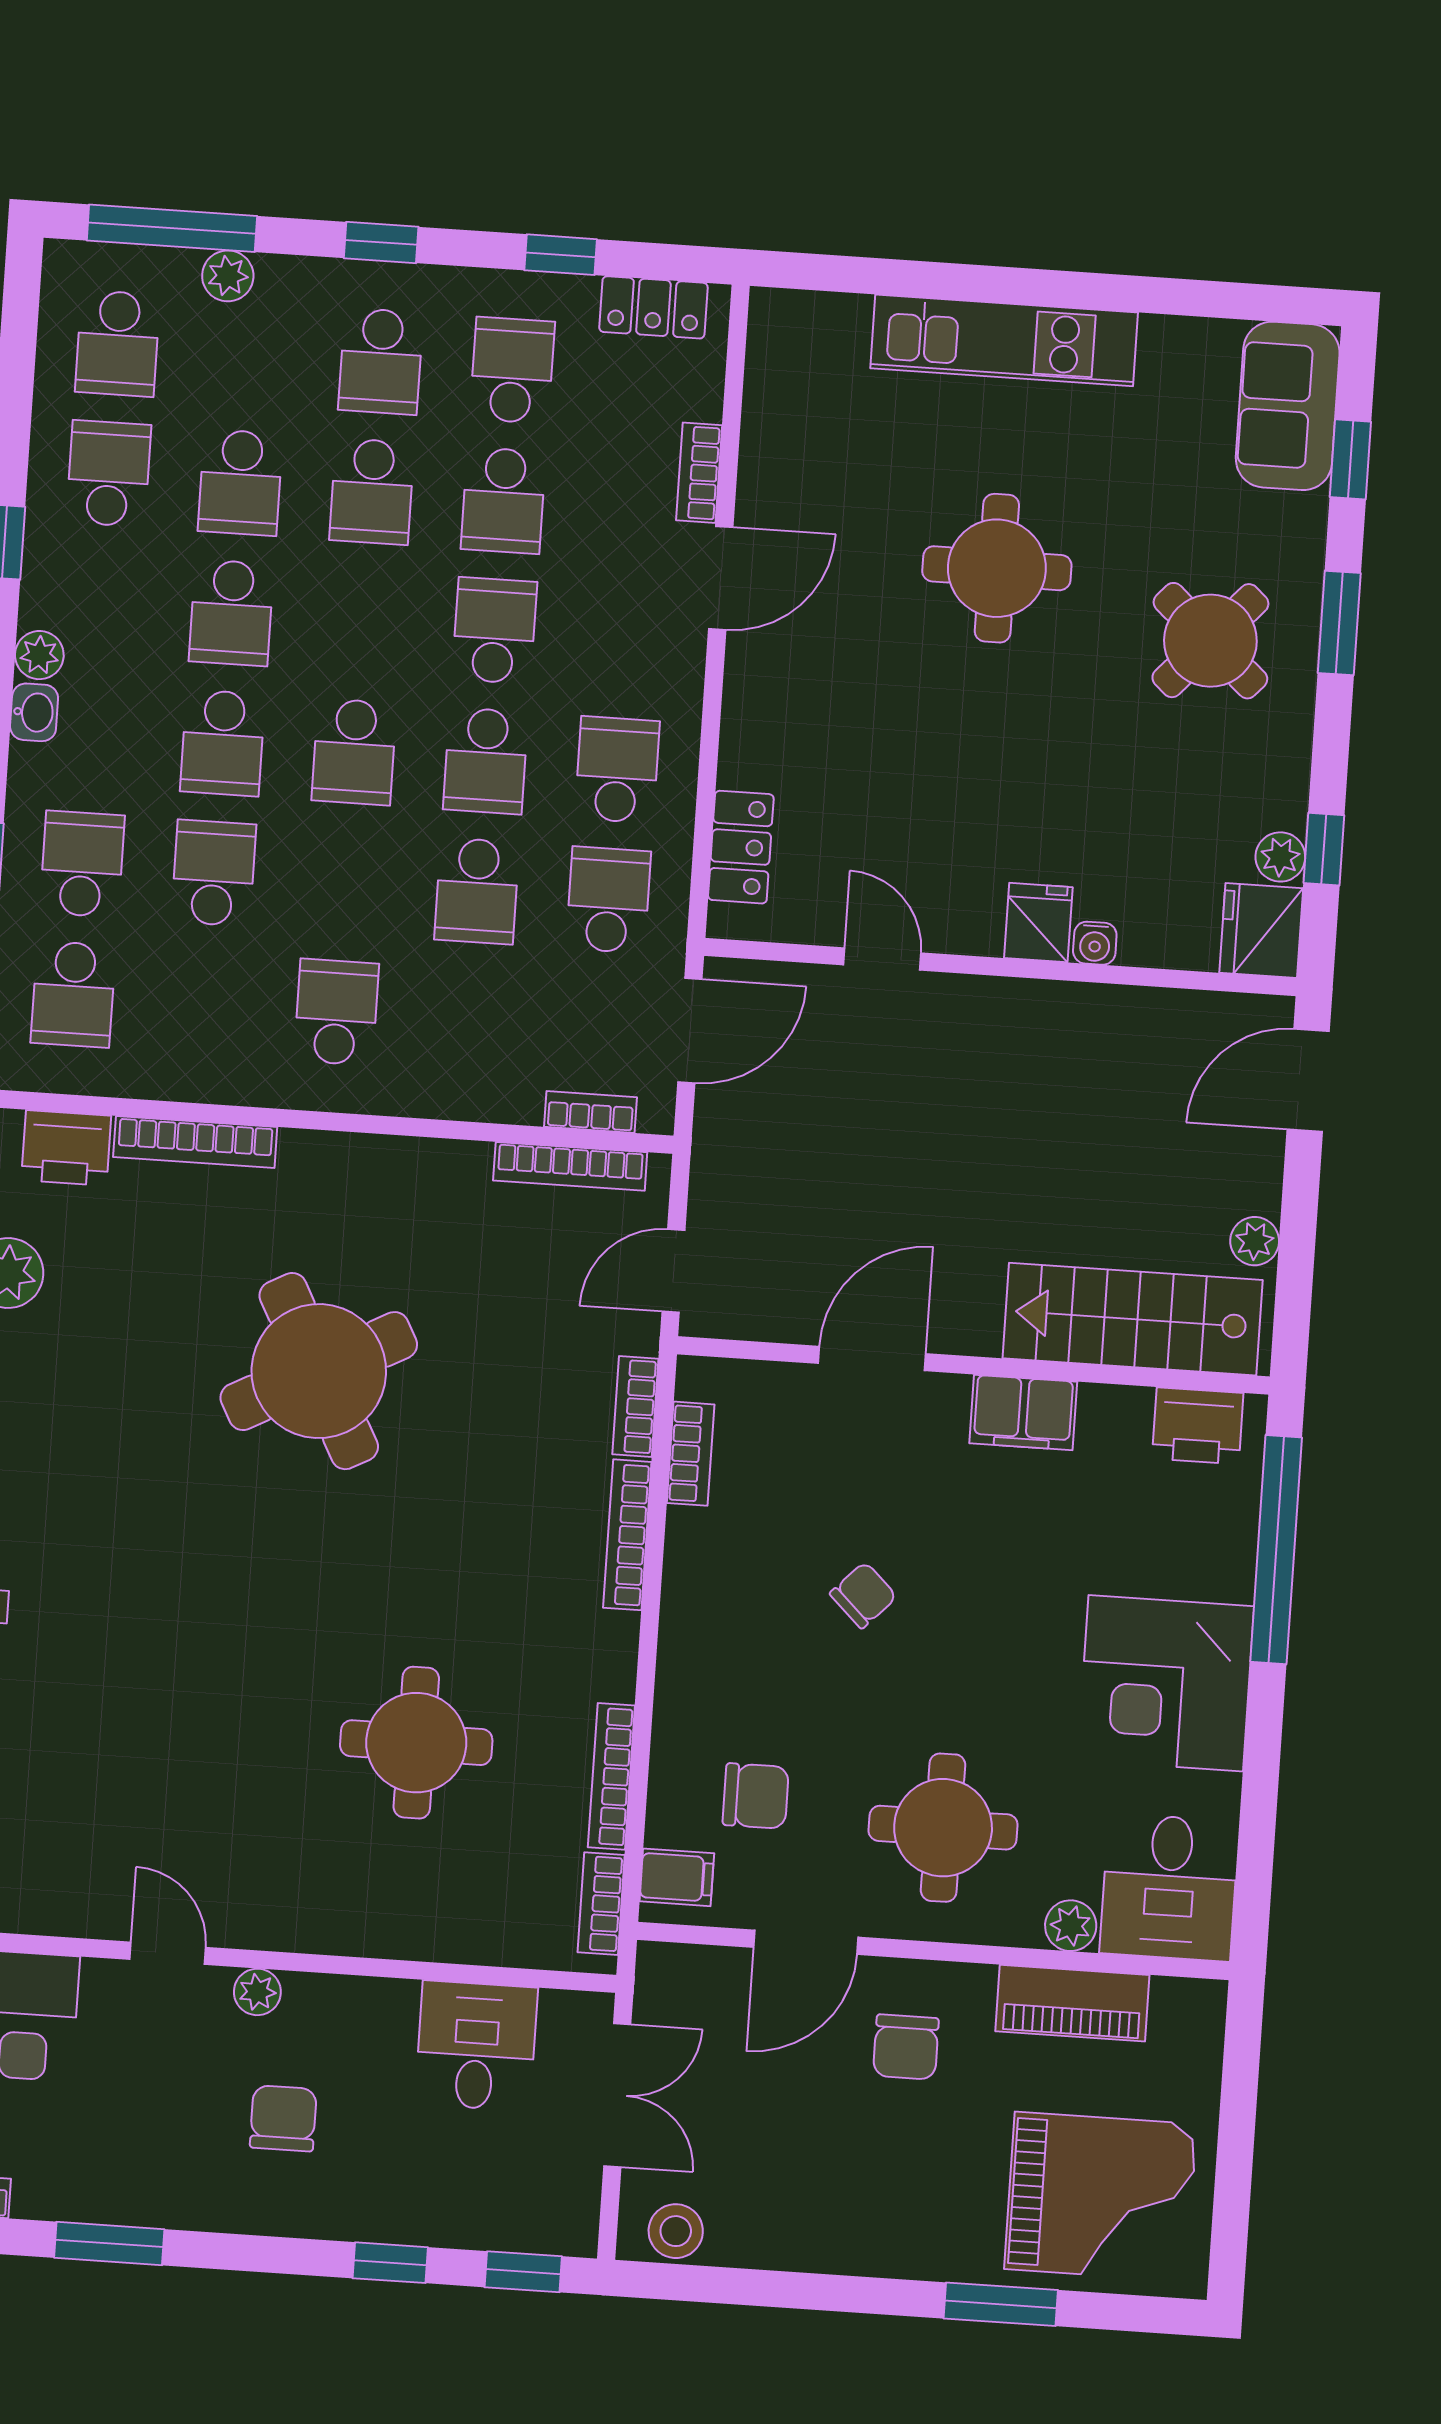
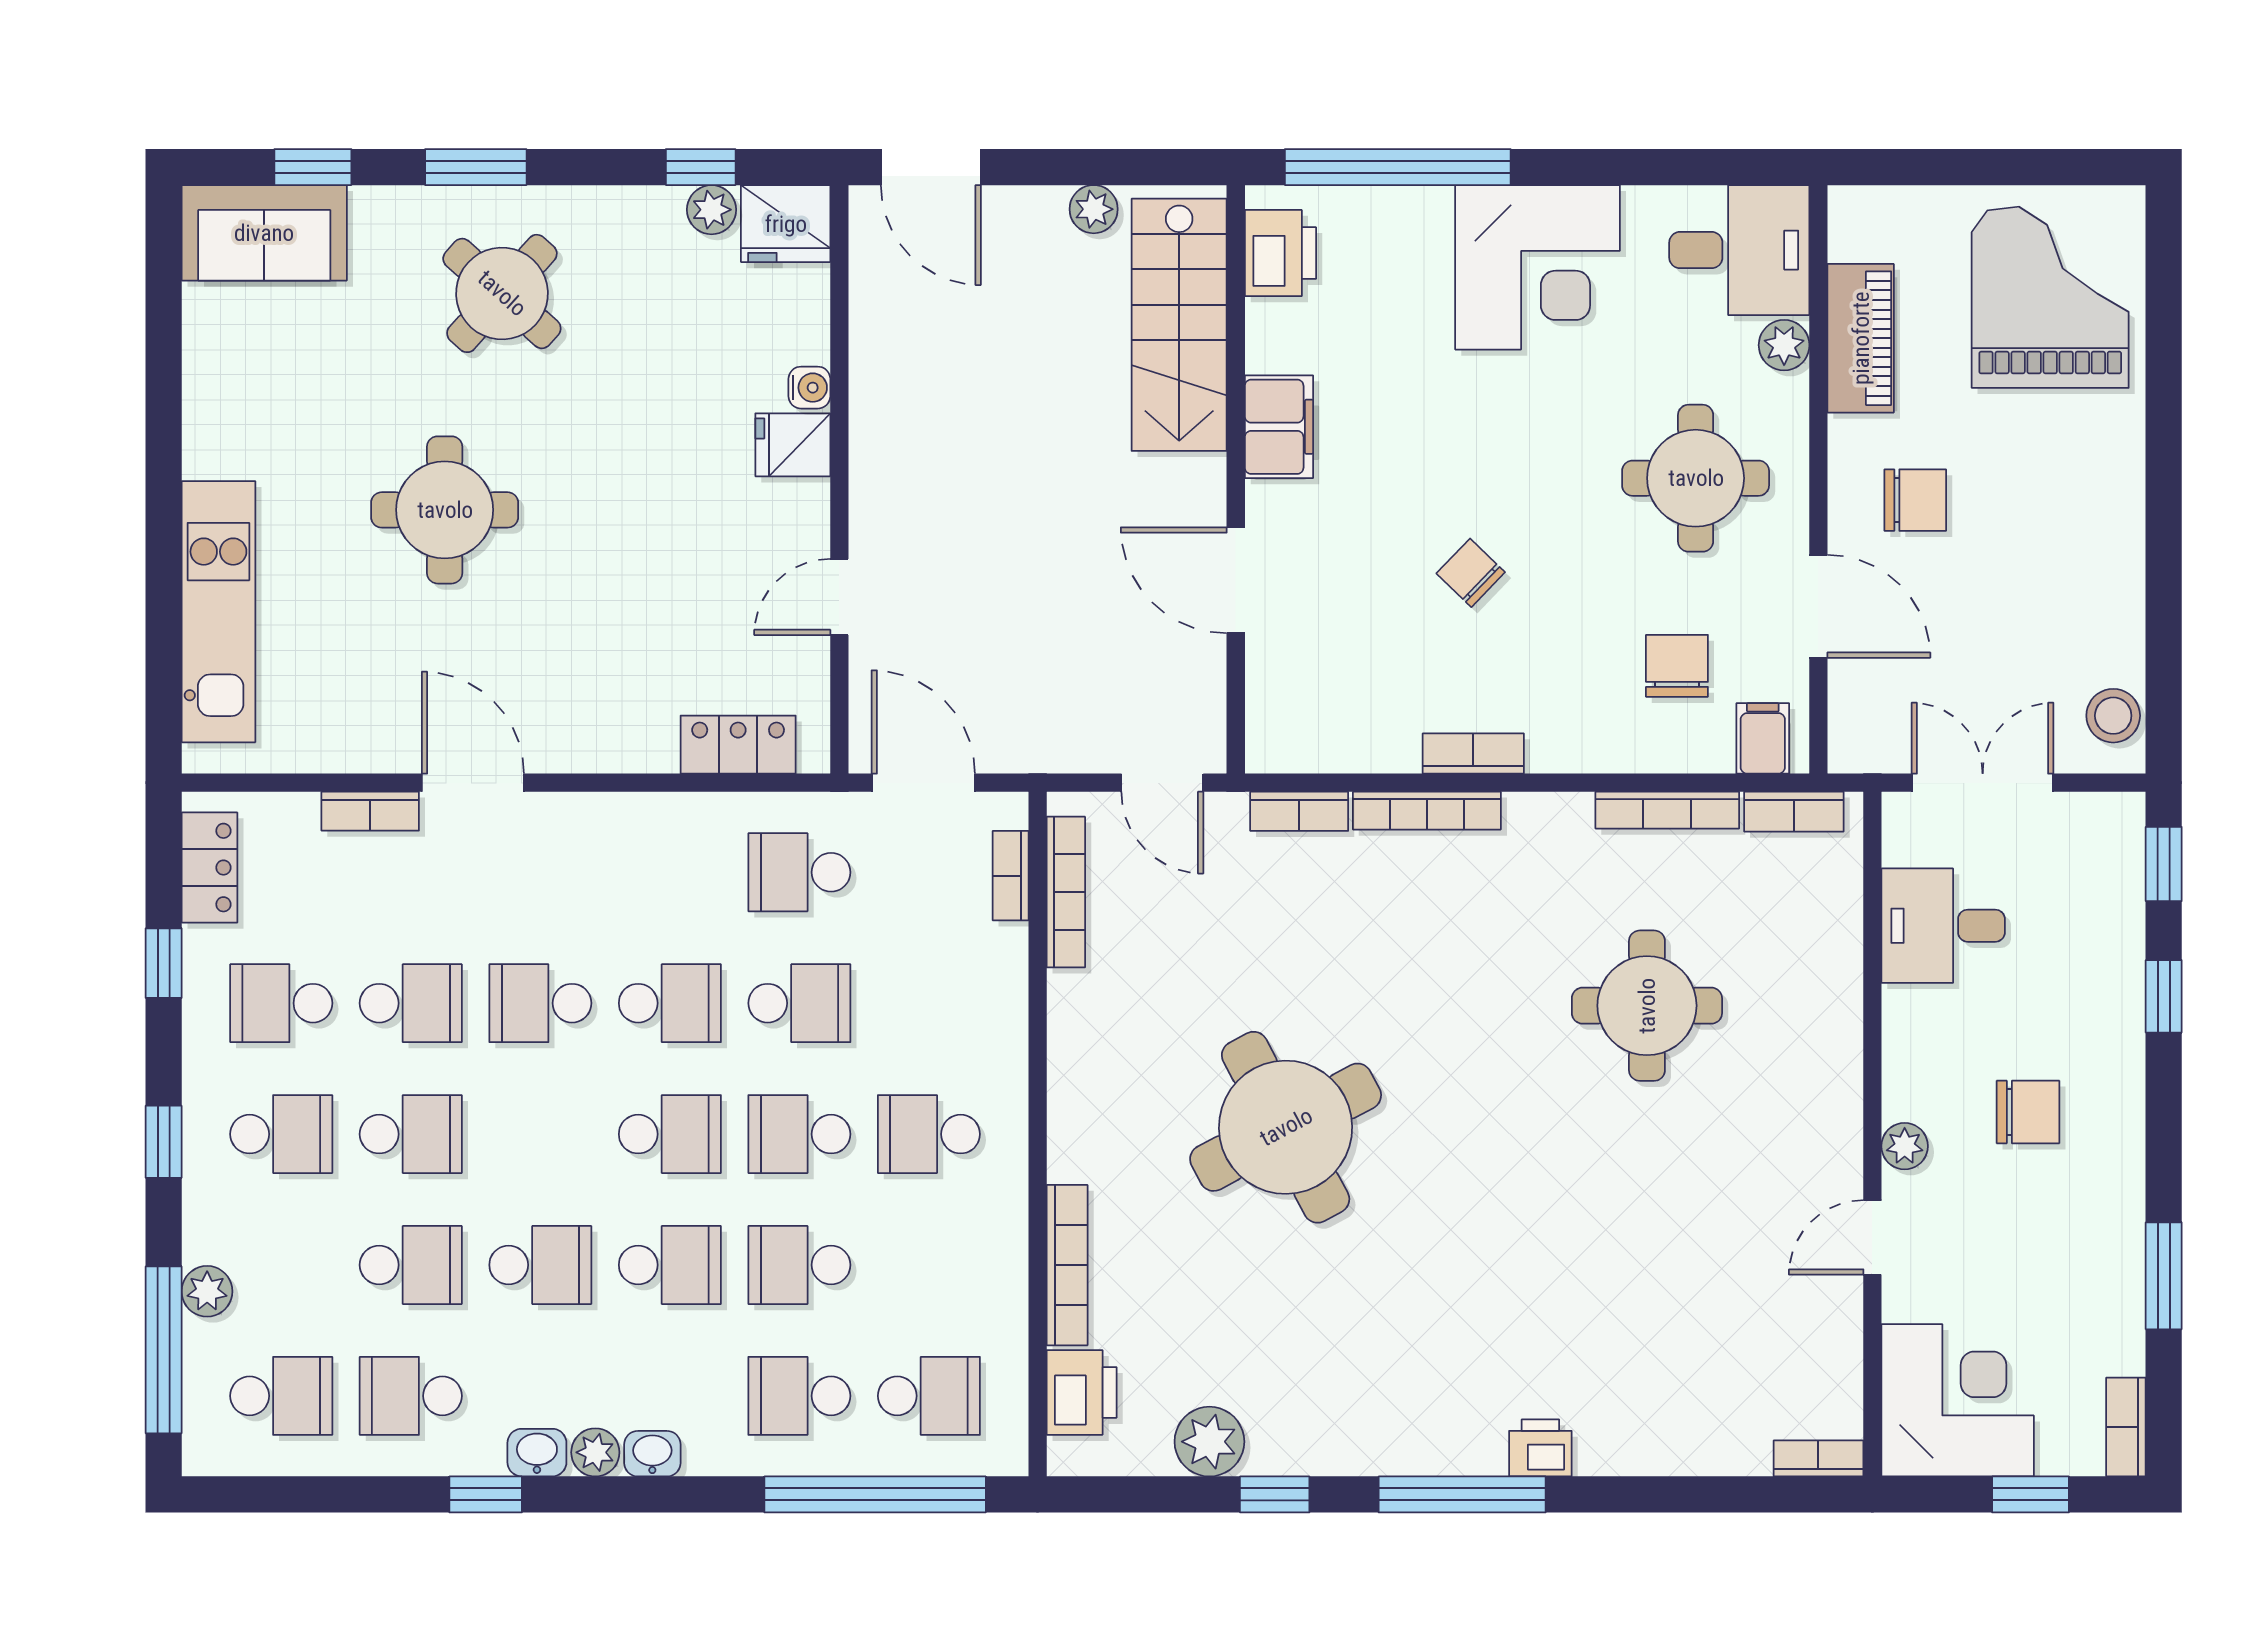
kitchen unit: (1004, 340) -> (218, 612), moved
washbasin: (43, 596) -> (537, 1453), added
school desk: (617, 770) -> (799, 1134), moved
bookcase: (691, 1454) -> (1473, 753), moved
chair: (283, 2118) -> (2028, 1112), turned 180
window: (1001, 2304) -> (2164, 389), removed

